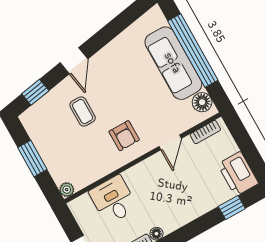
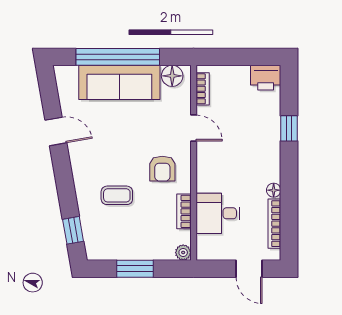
door: (74, 61) -> (56, 131), moved
armchair: (124, 136) -> (162, 169), turned 90
bookcase: (100, 172) -> (184, 211), added
printer: (238, 174) -> (266, 78), width x0.73, depth x0.84
window: (232, 207) -> (289, 128), moved

